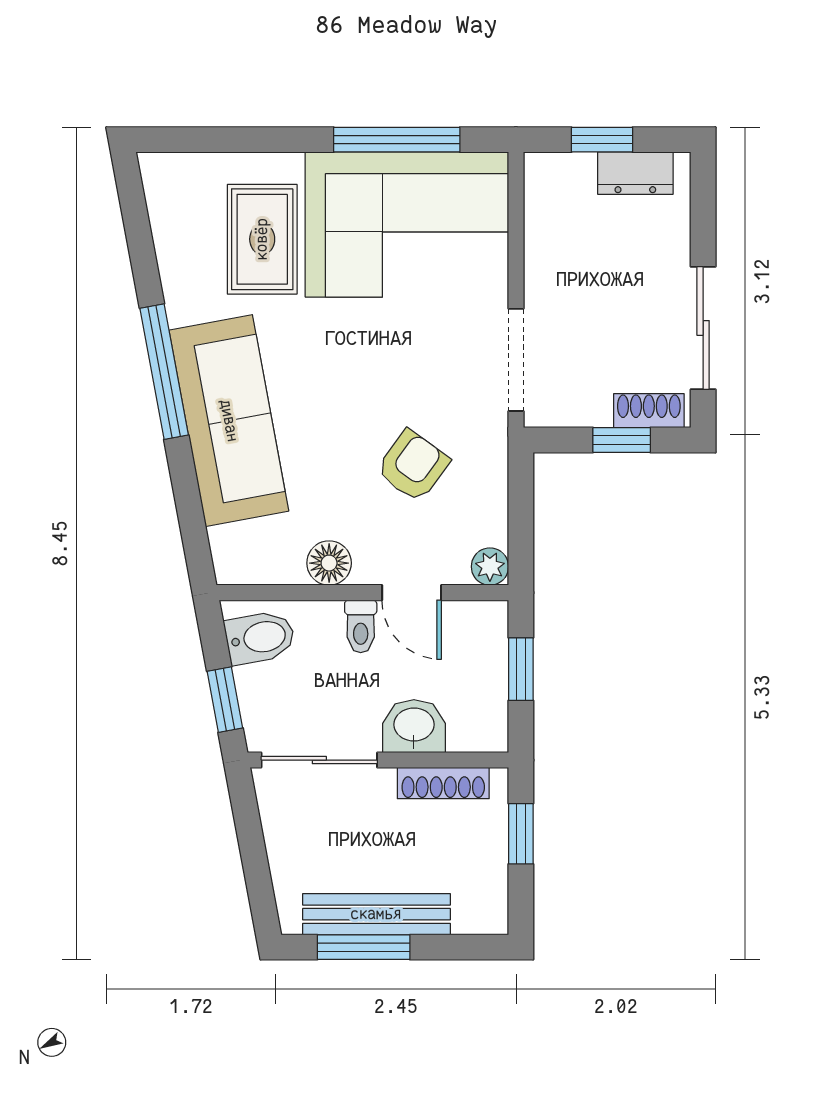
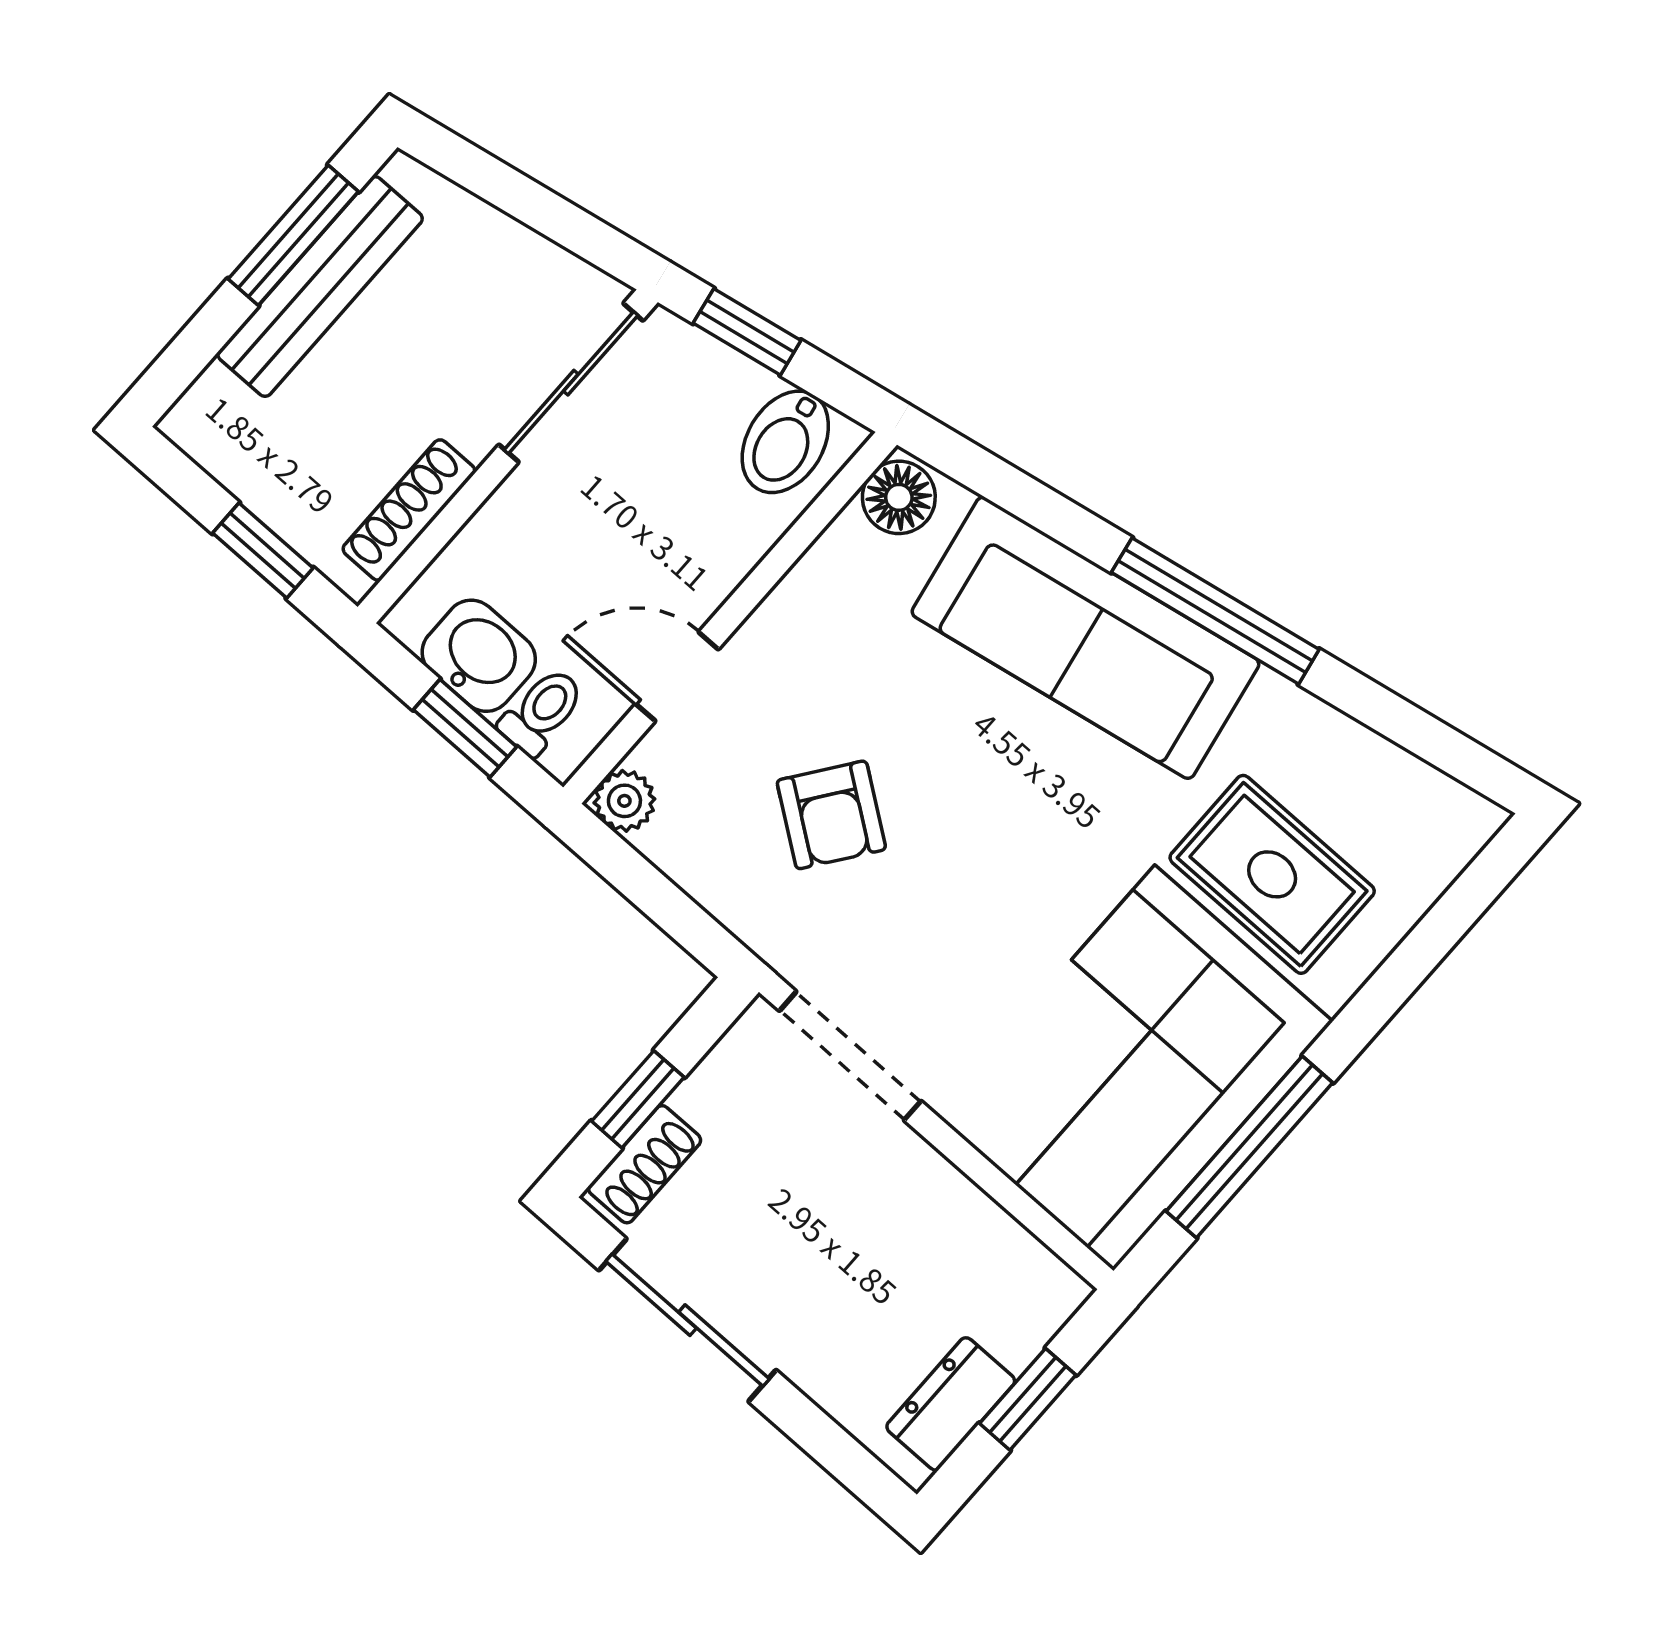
floor lamp: (329, 563) -> (899, 497), moved
toilet: (361, 626) -> (542, 712), moved, turned 90
washbasin: (414, 726) -> (479, 656), moved, turned -90

